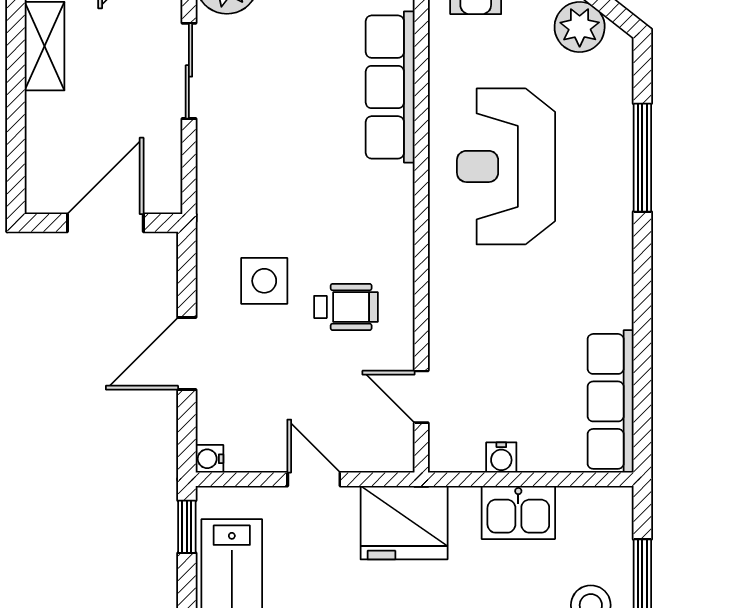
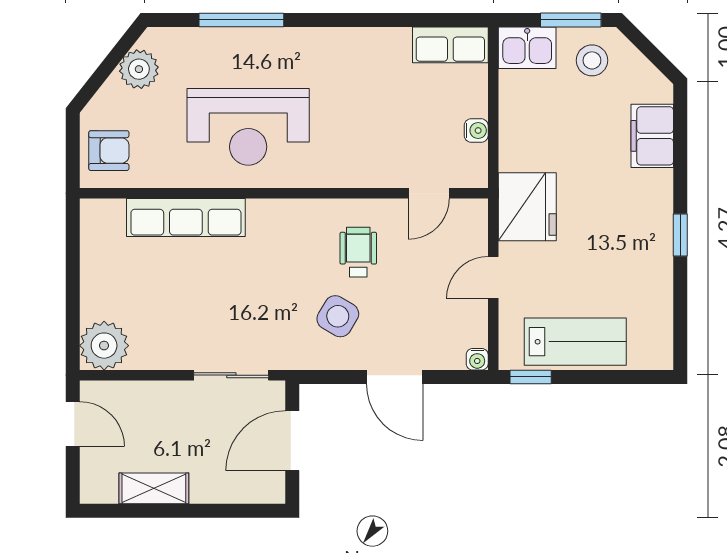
sliding door: (189, 71) -> (231, 375), moved
door: (105, 223) -> (292, 441), hinge flipped
side table: (264, 281) -> (338, 316), turned 31
row of seats: (611, 401) -> (450, 45), width x0.68
kitchen sink: (518, 512) -> (527, 48), moved, turned 90

